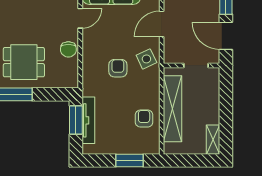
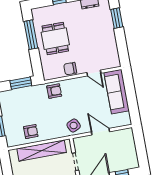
armchair: (118, 68) -> (54, 91), moved
tv unit: (88, 120) -> (22, 92), removed

